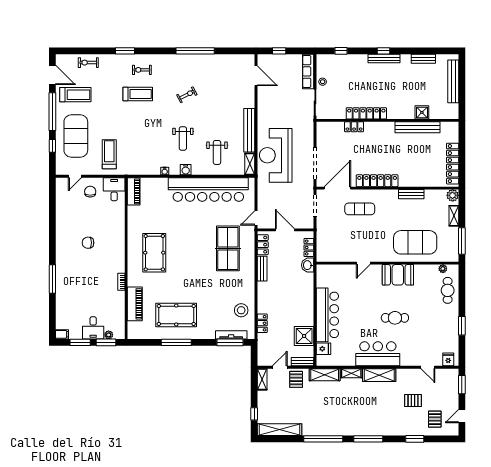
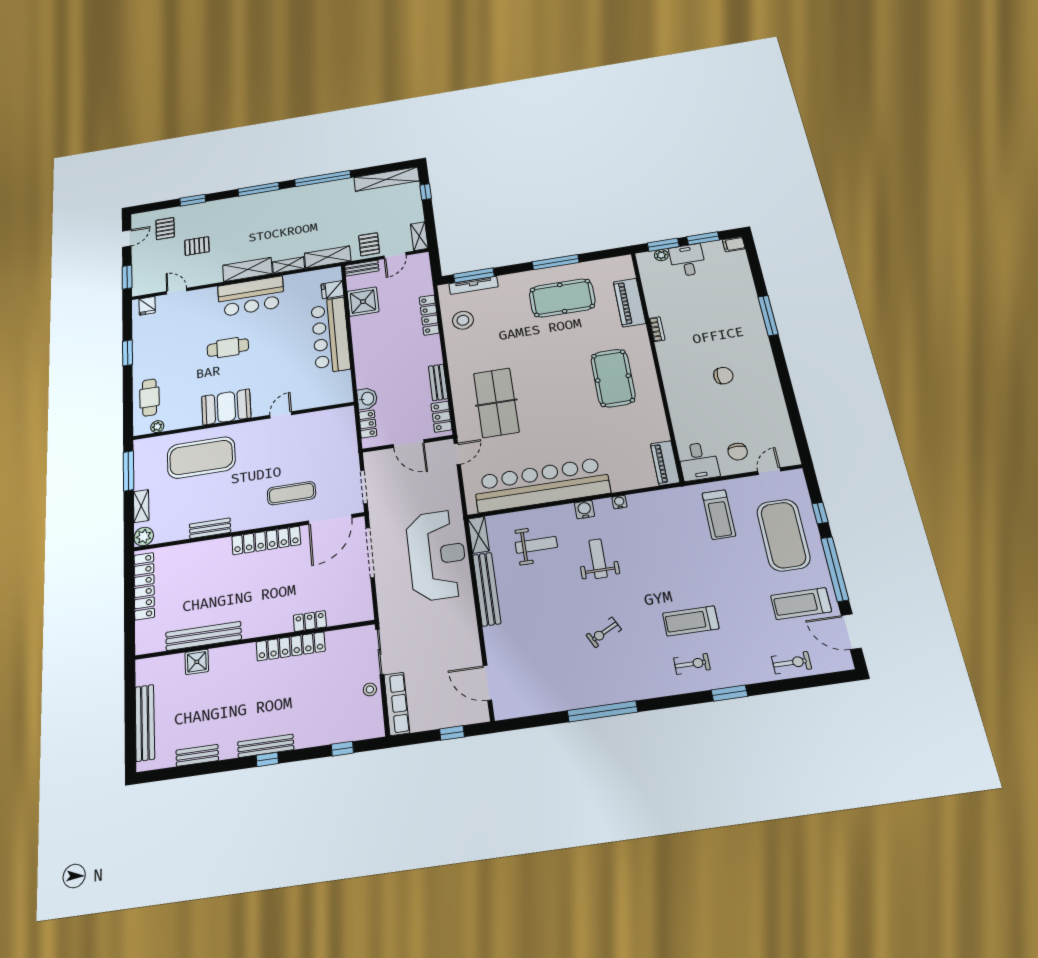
weight bench: (217, 152) -> (536, 545), turned 90
locker: (262, 323) -> (429, 315), width x1.53

